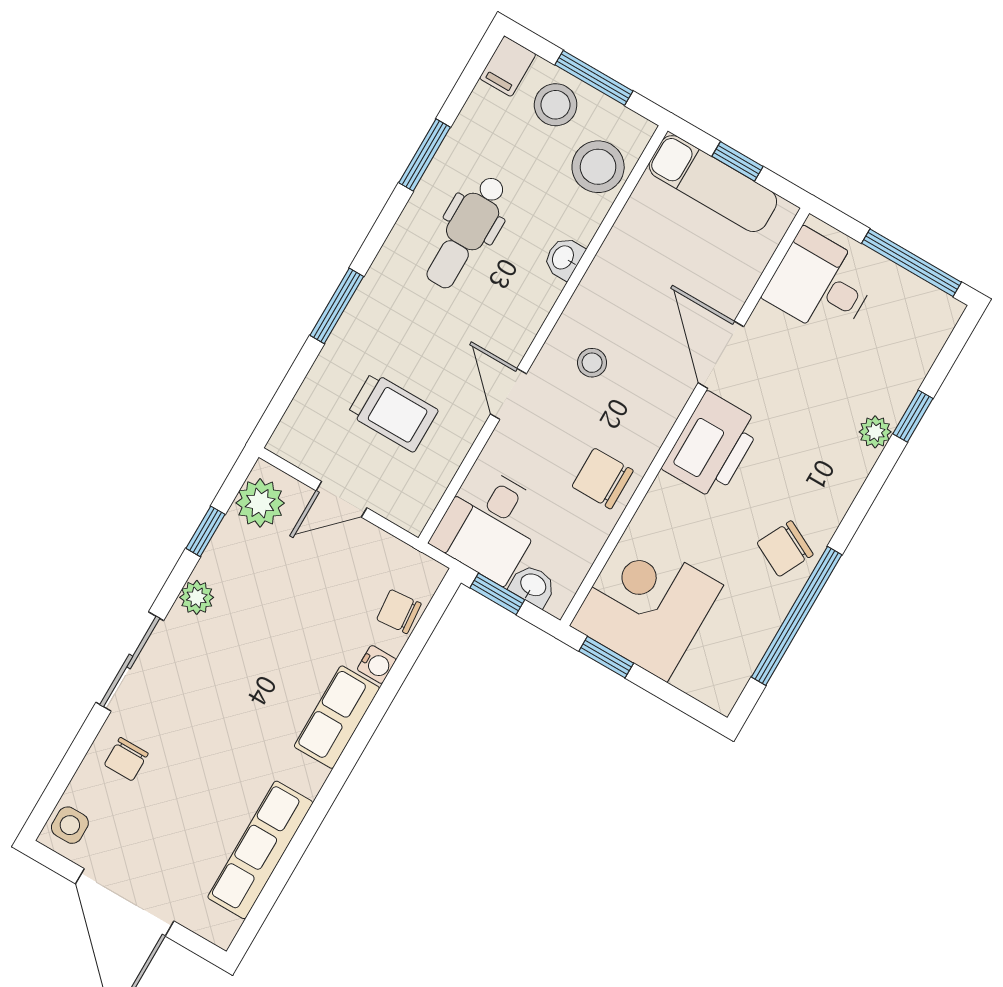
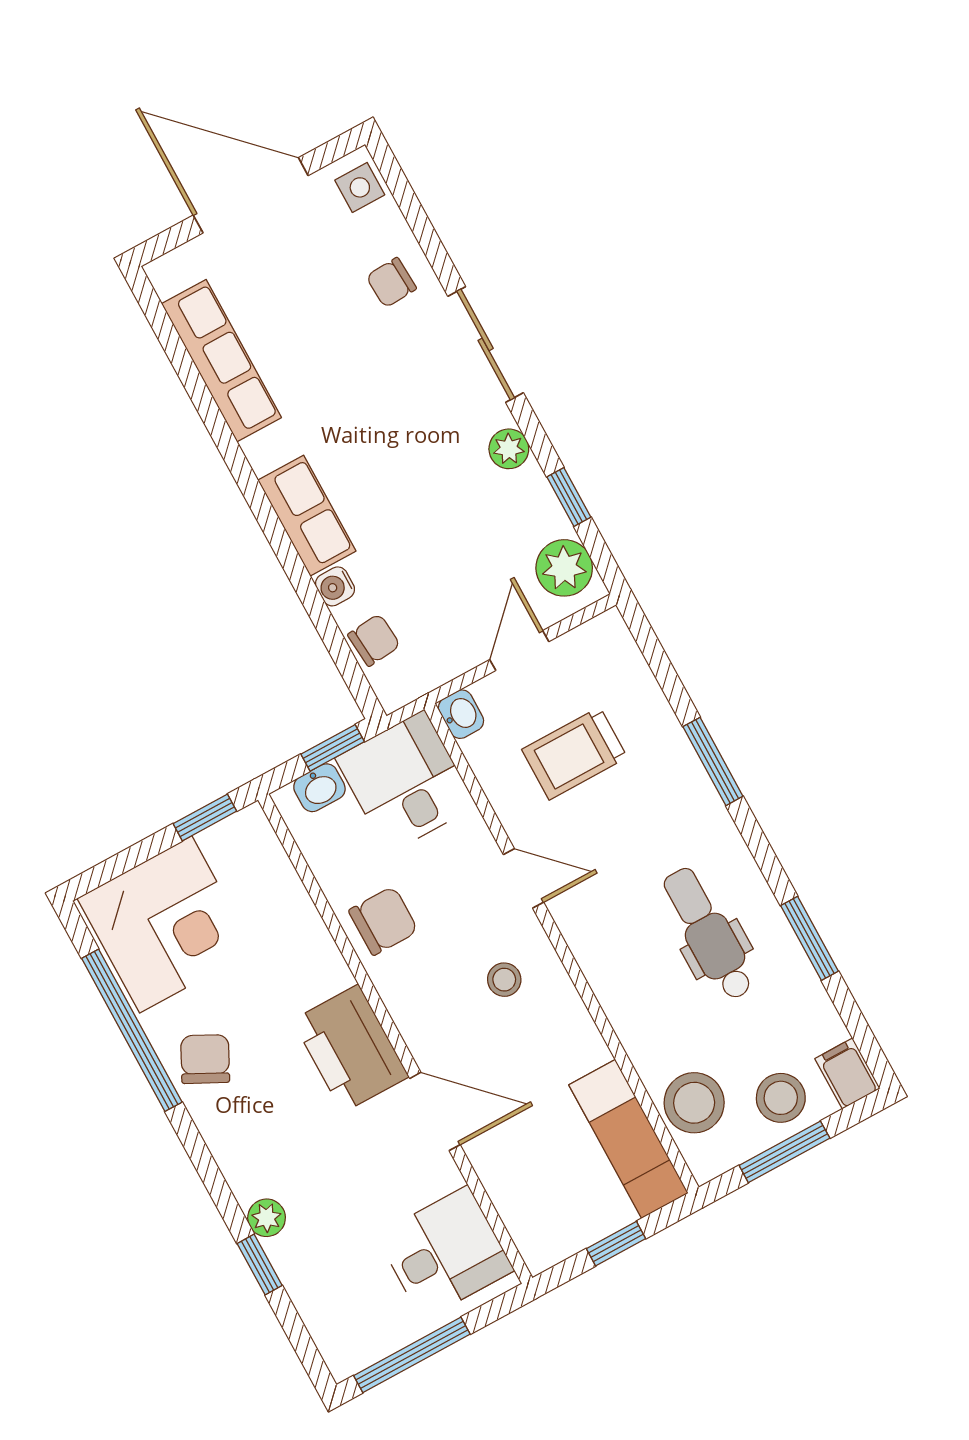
exam couch: (713, 184) -> (629, 1139), moved, turned -90
washbasin: (564, 258) -> (461, 714), moved
corner desk: (646, 605) -> (166, 924), moved
chair: (126, 759) -> (391, 283), turned -93

